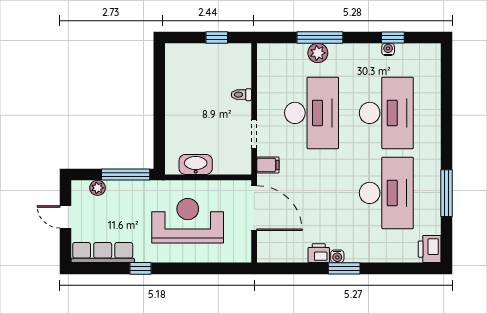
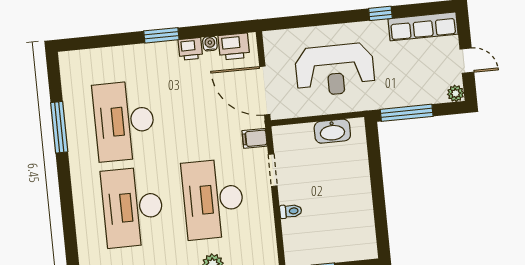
plant: (98, 188) -> (456, 93), moved
printer: (430, 249) -> (234, 46), moved, turned 90
water cooler: (337, 256) -> (210, 44), moved

